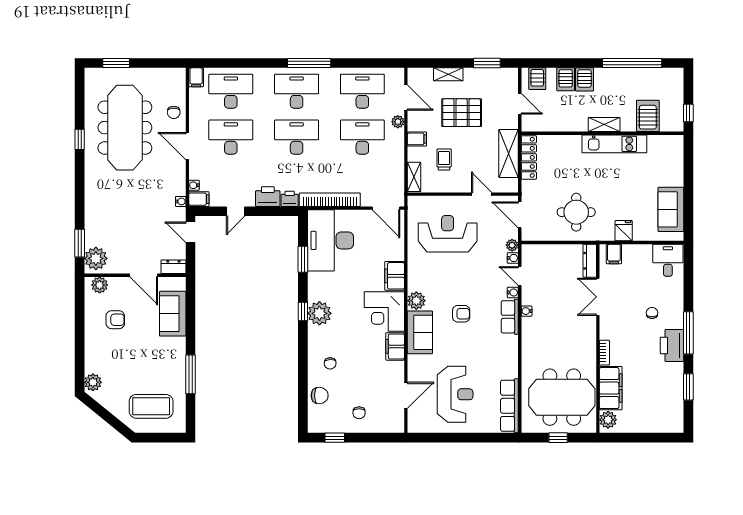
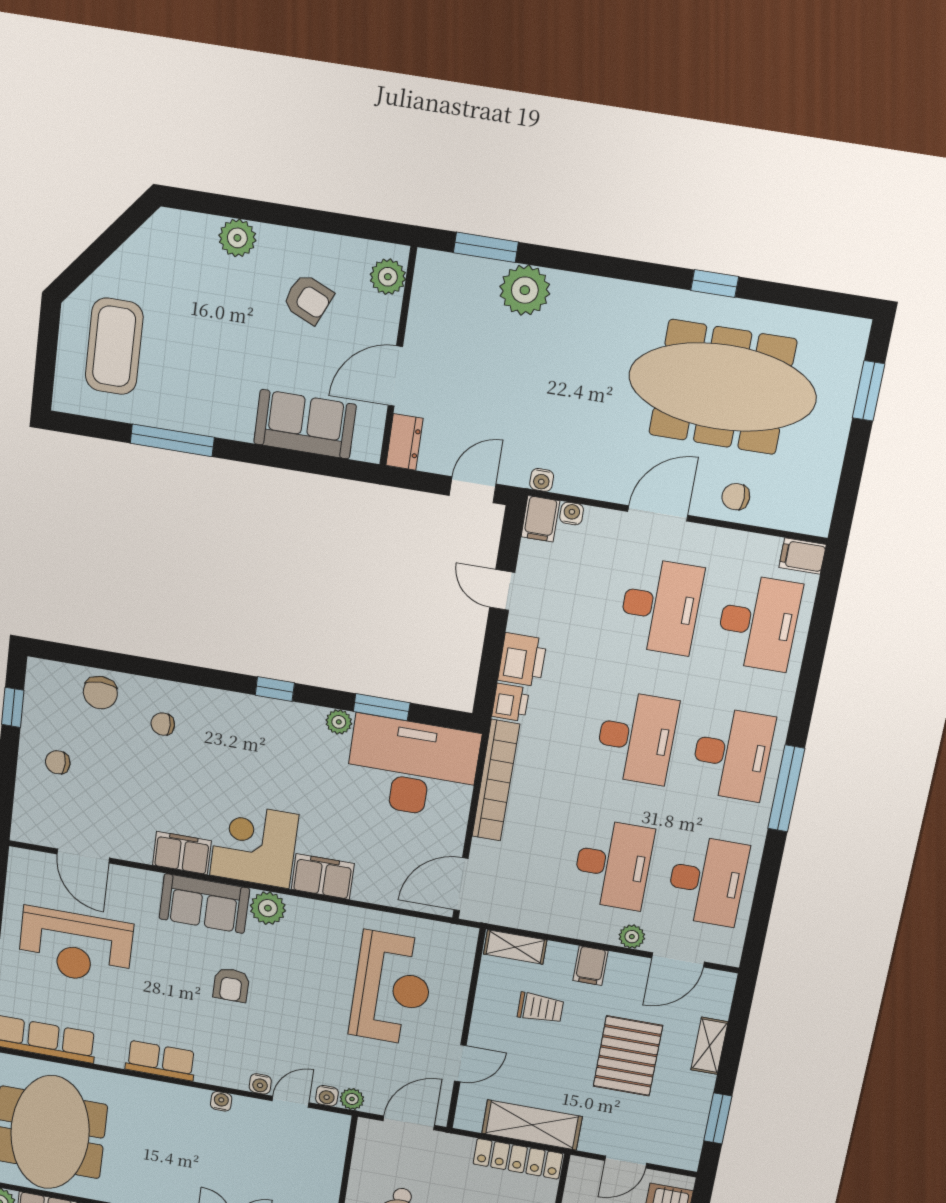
plant: (96, 258) -> (525, 290), moved
plant: (319, 313) -> (339, 722), moved, width x0.53, depth x0.53
row of seats: (510, 317) -> (161, 1061), moved
armchair: (115, 320) -> (308, 299), turned -66
plant: (93, 382) -> (237, 238), moved

